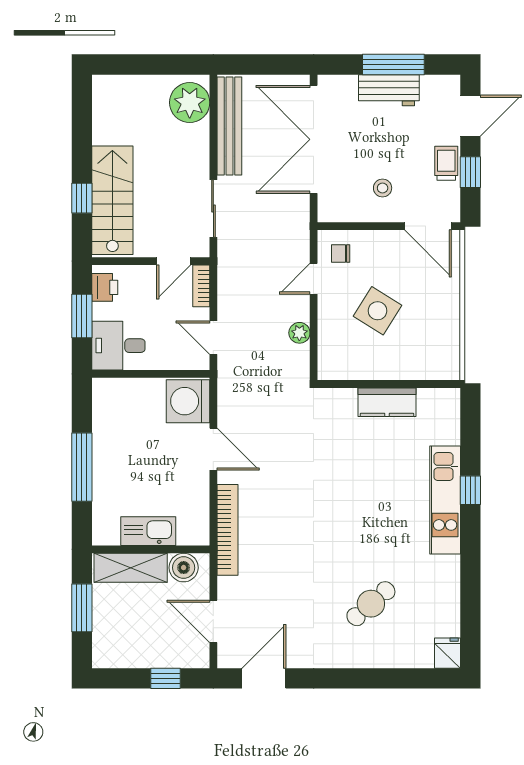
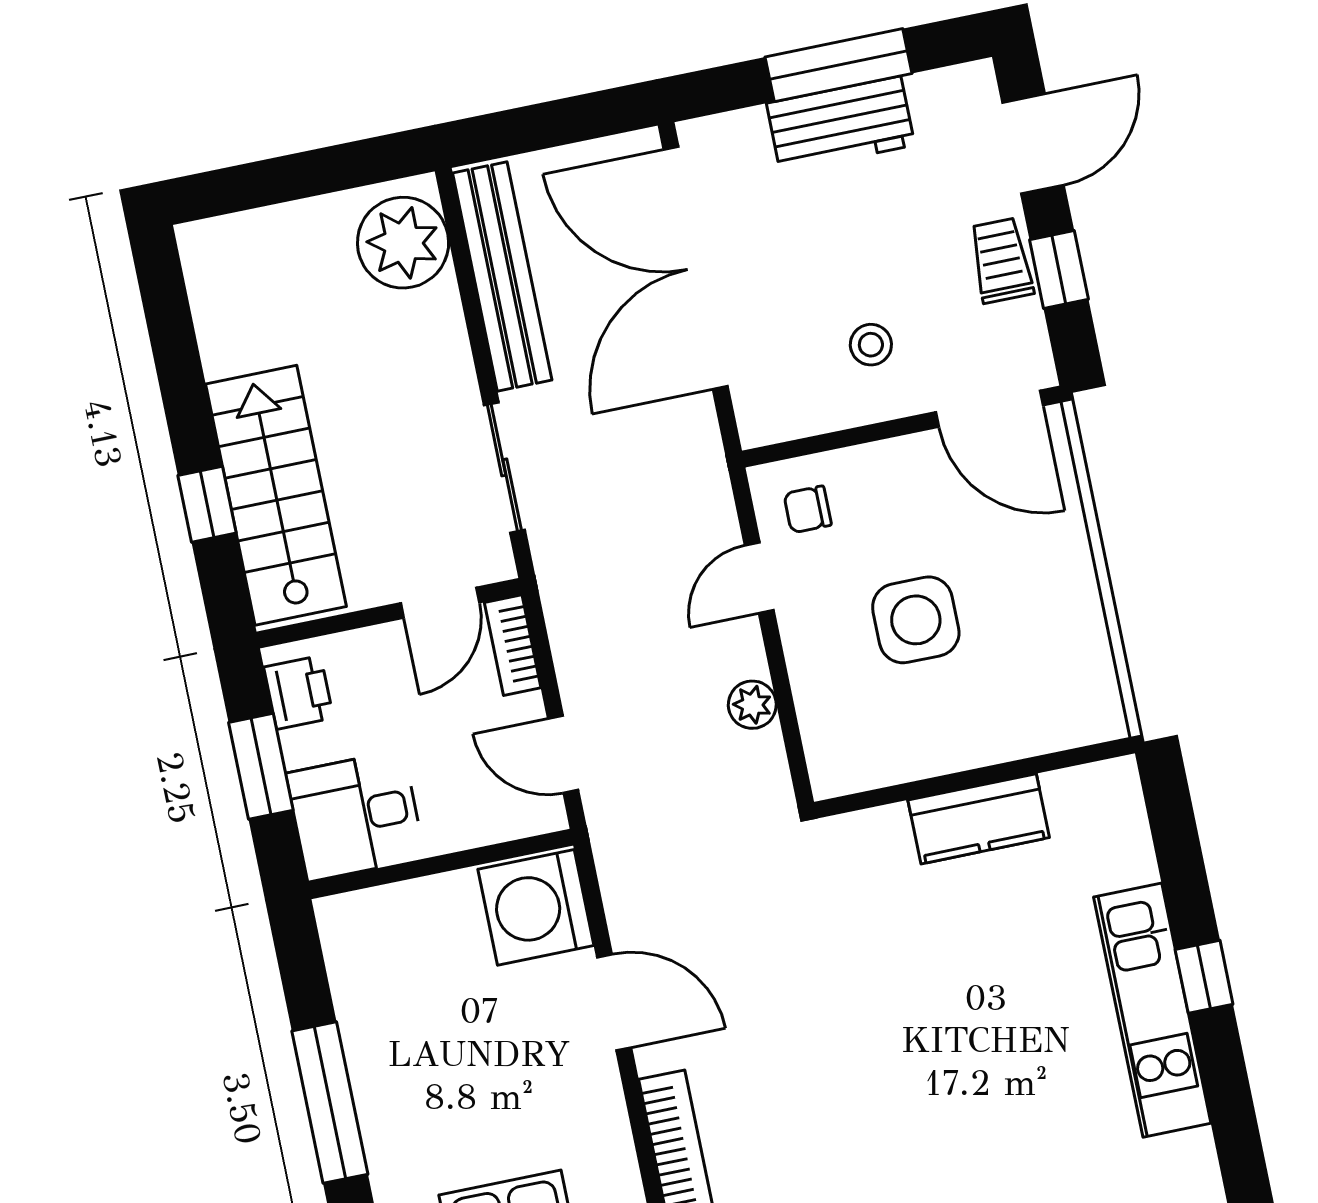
side table: (378, 311) -> (916, 620), turned -32

